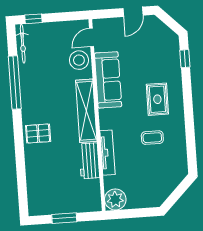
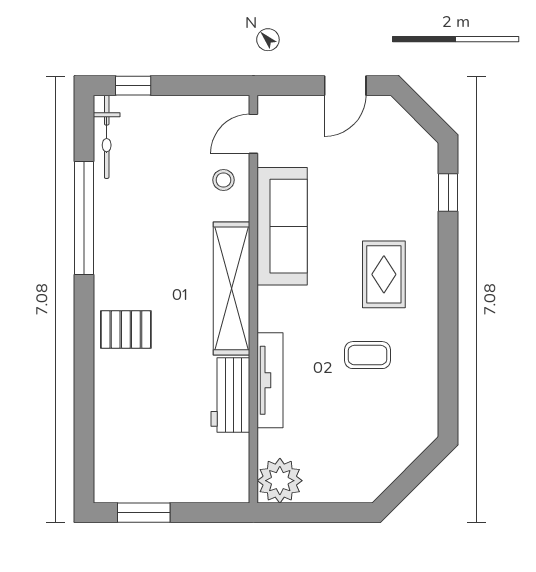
stool: (79, 60) -> (223, 180), width x0.53, depth x0.53
window: (64, 218) -> (144, 513), moved

